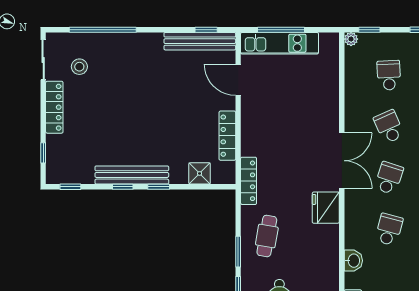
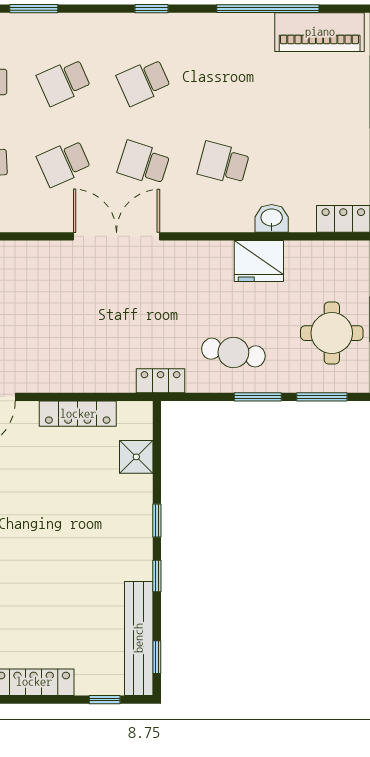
bench: (132, 175) -> (139, 638), moved
locker: (249, 181) -> (161, 381), width x0.66
fridge: (326, 208) -> (259, 261), moved

